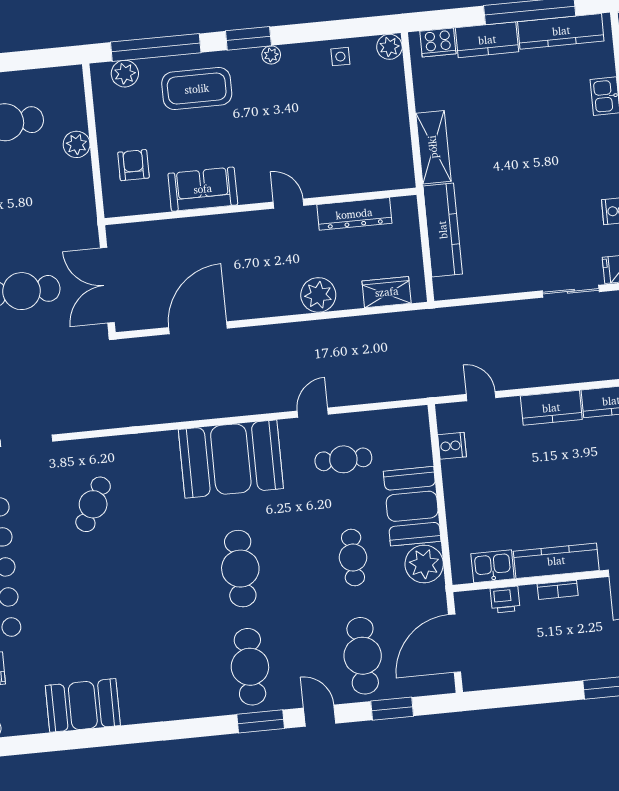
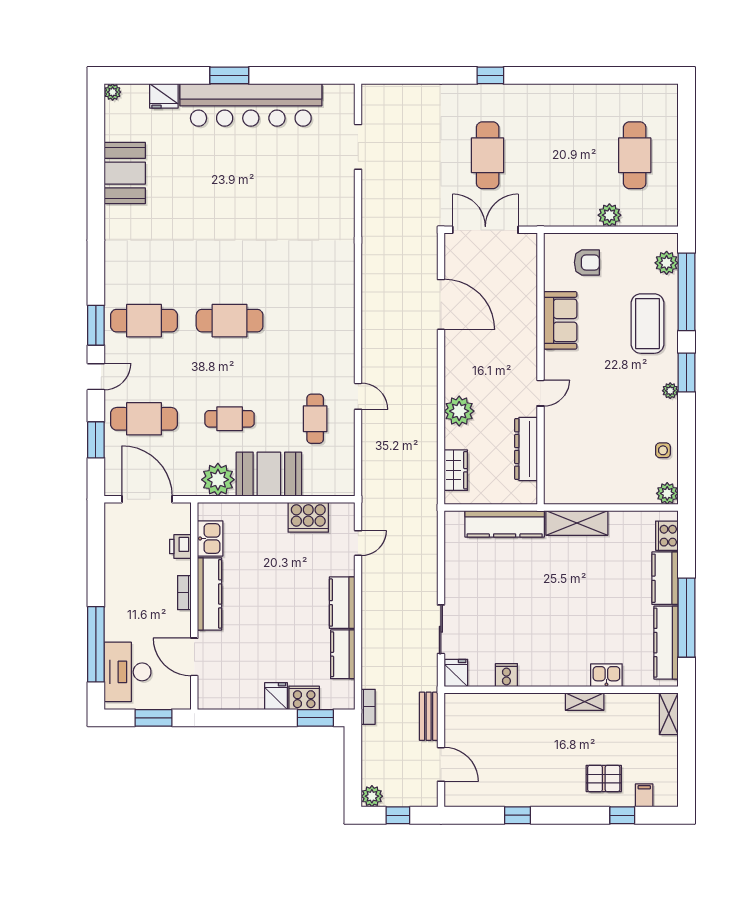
cooker: (452, 446) -> (308, 517), width x1.87, depth x1.31
booth: (231, 459) -> (325, 322), removed
cafe table: (93, 504) -> (298, 199), removed

